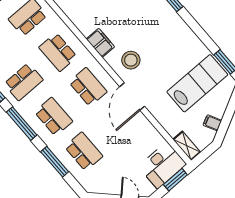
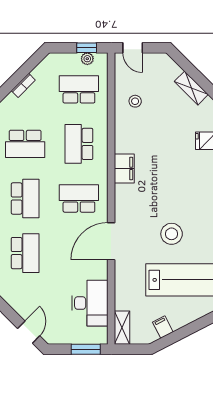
stool: (131, 60) -> (172, 234), moved
school desk: (88, 87) -> (79, 198), turned -90
desk: (162, 165) -> (90, 303), moved, turned -90

